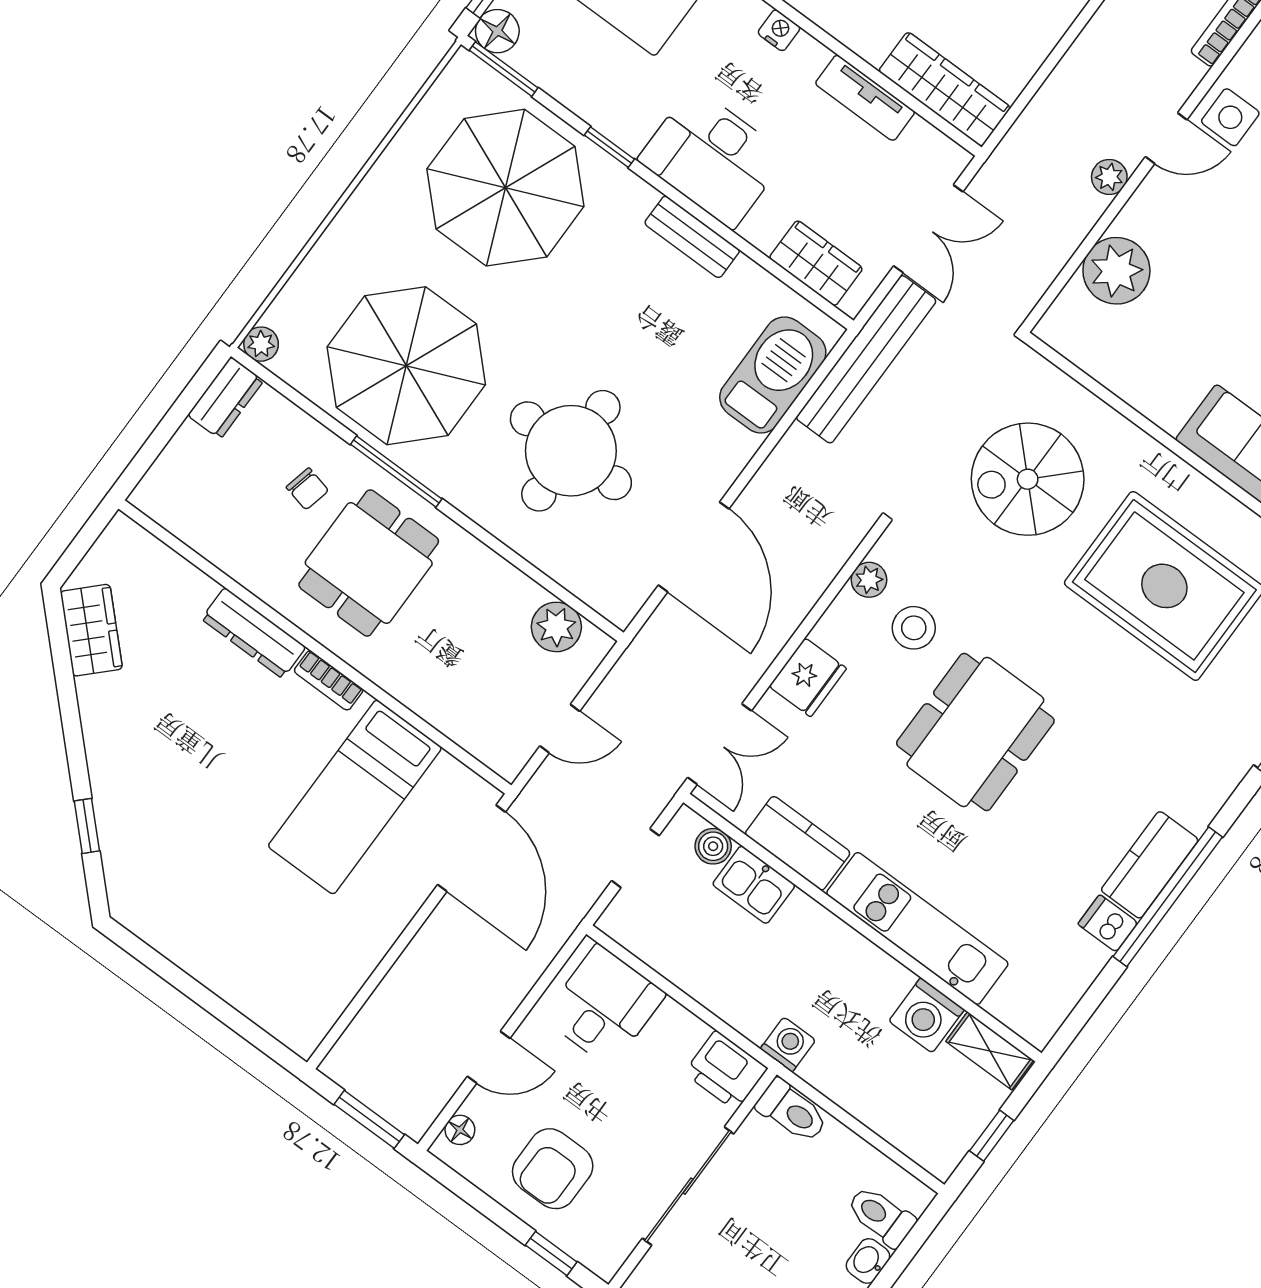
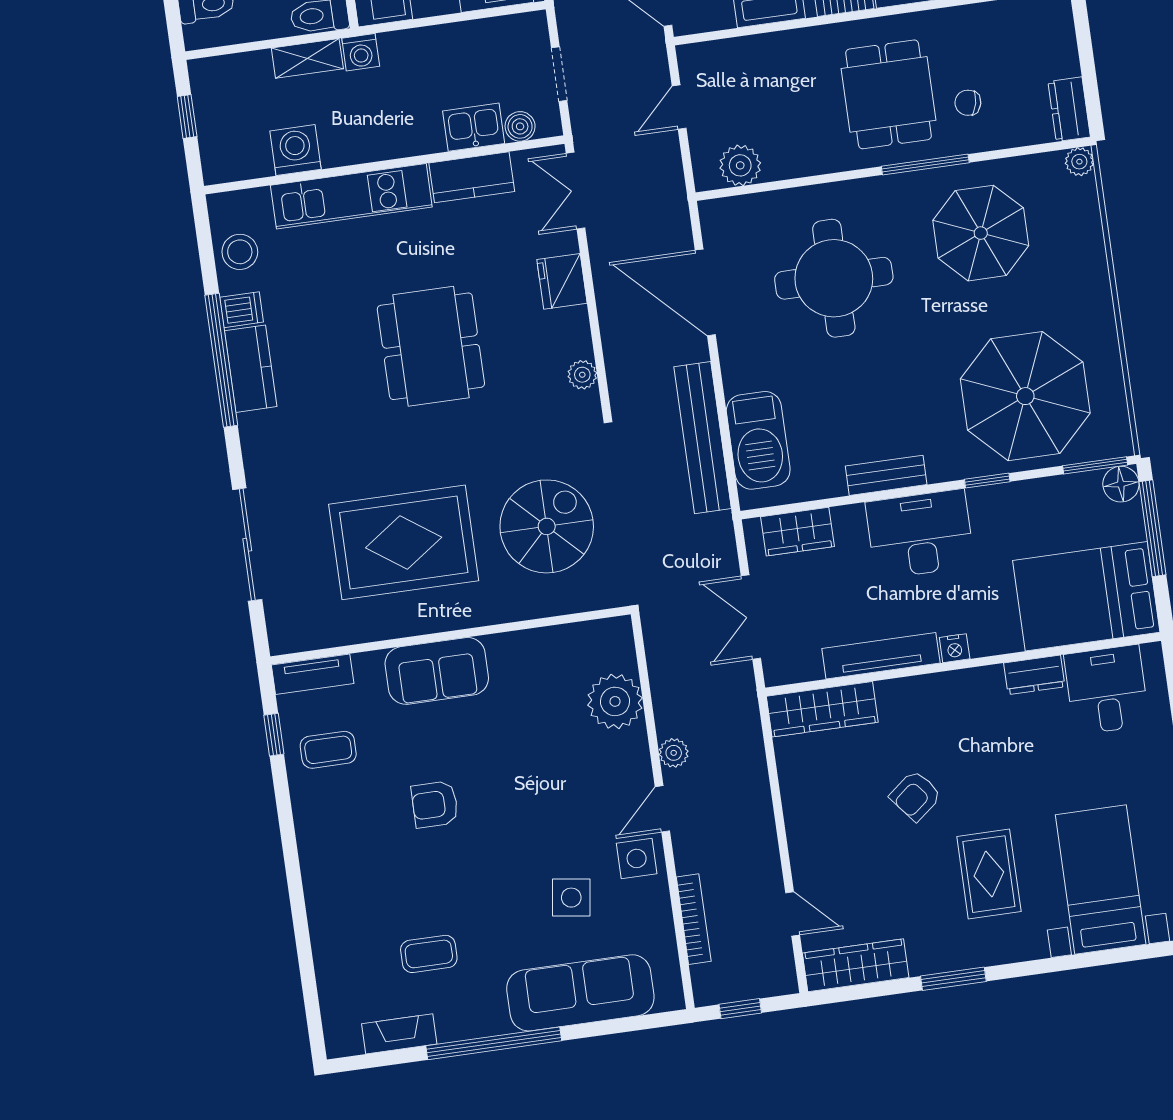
tv unit: (865, 98) -> (881, 656), width x1.41
bench: (866, 359) -> (703, 438), moved
parasol: (406, 366) -> (981, 233), width x0.73, depth x0.73
stool: (914, 628) -> (240, 252), moved
shelving: (990, 1051) -> (307, 58), moved

